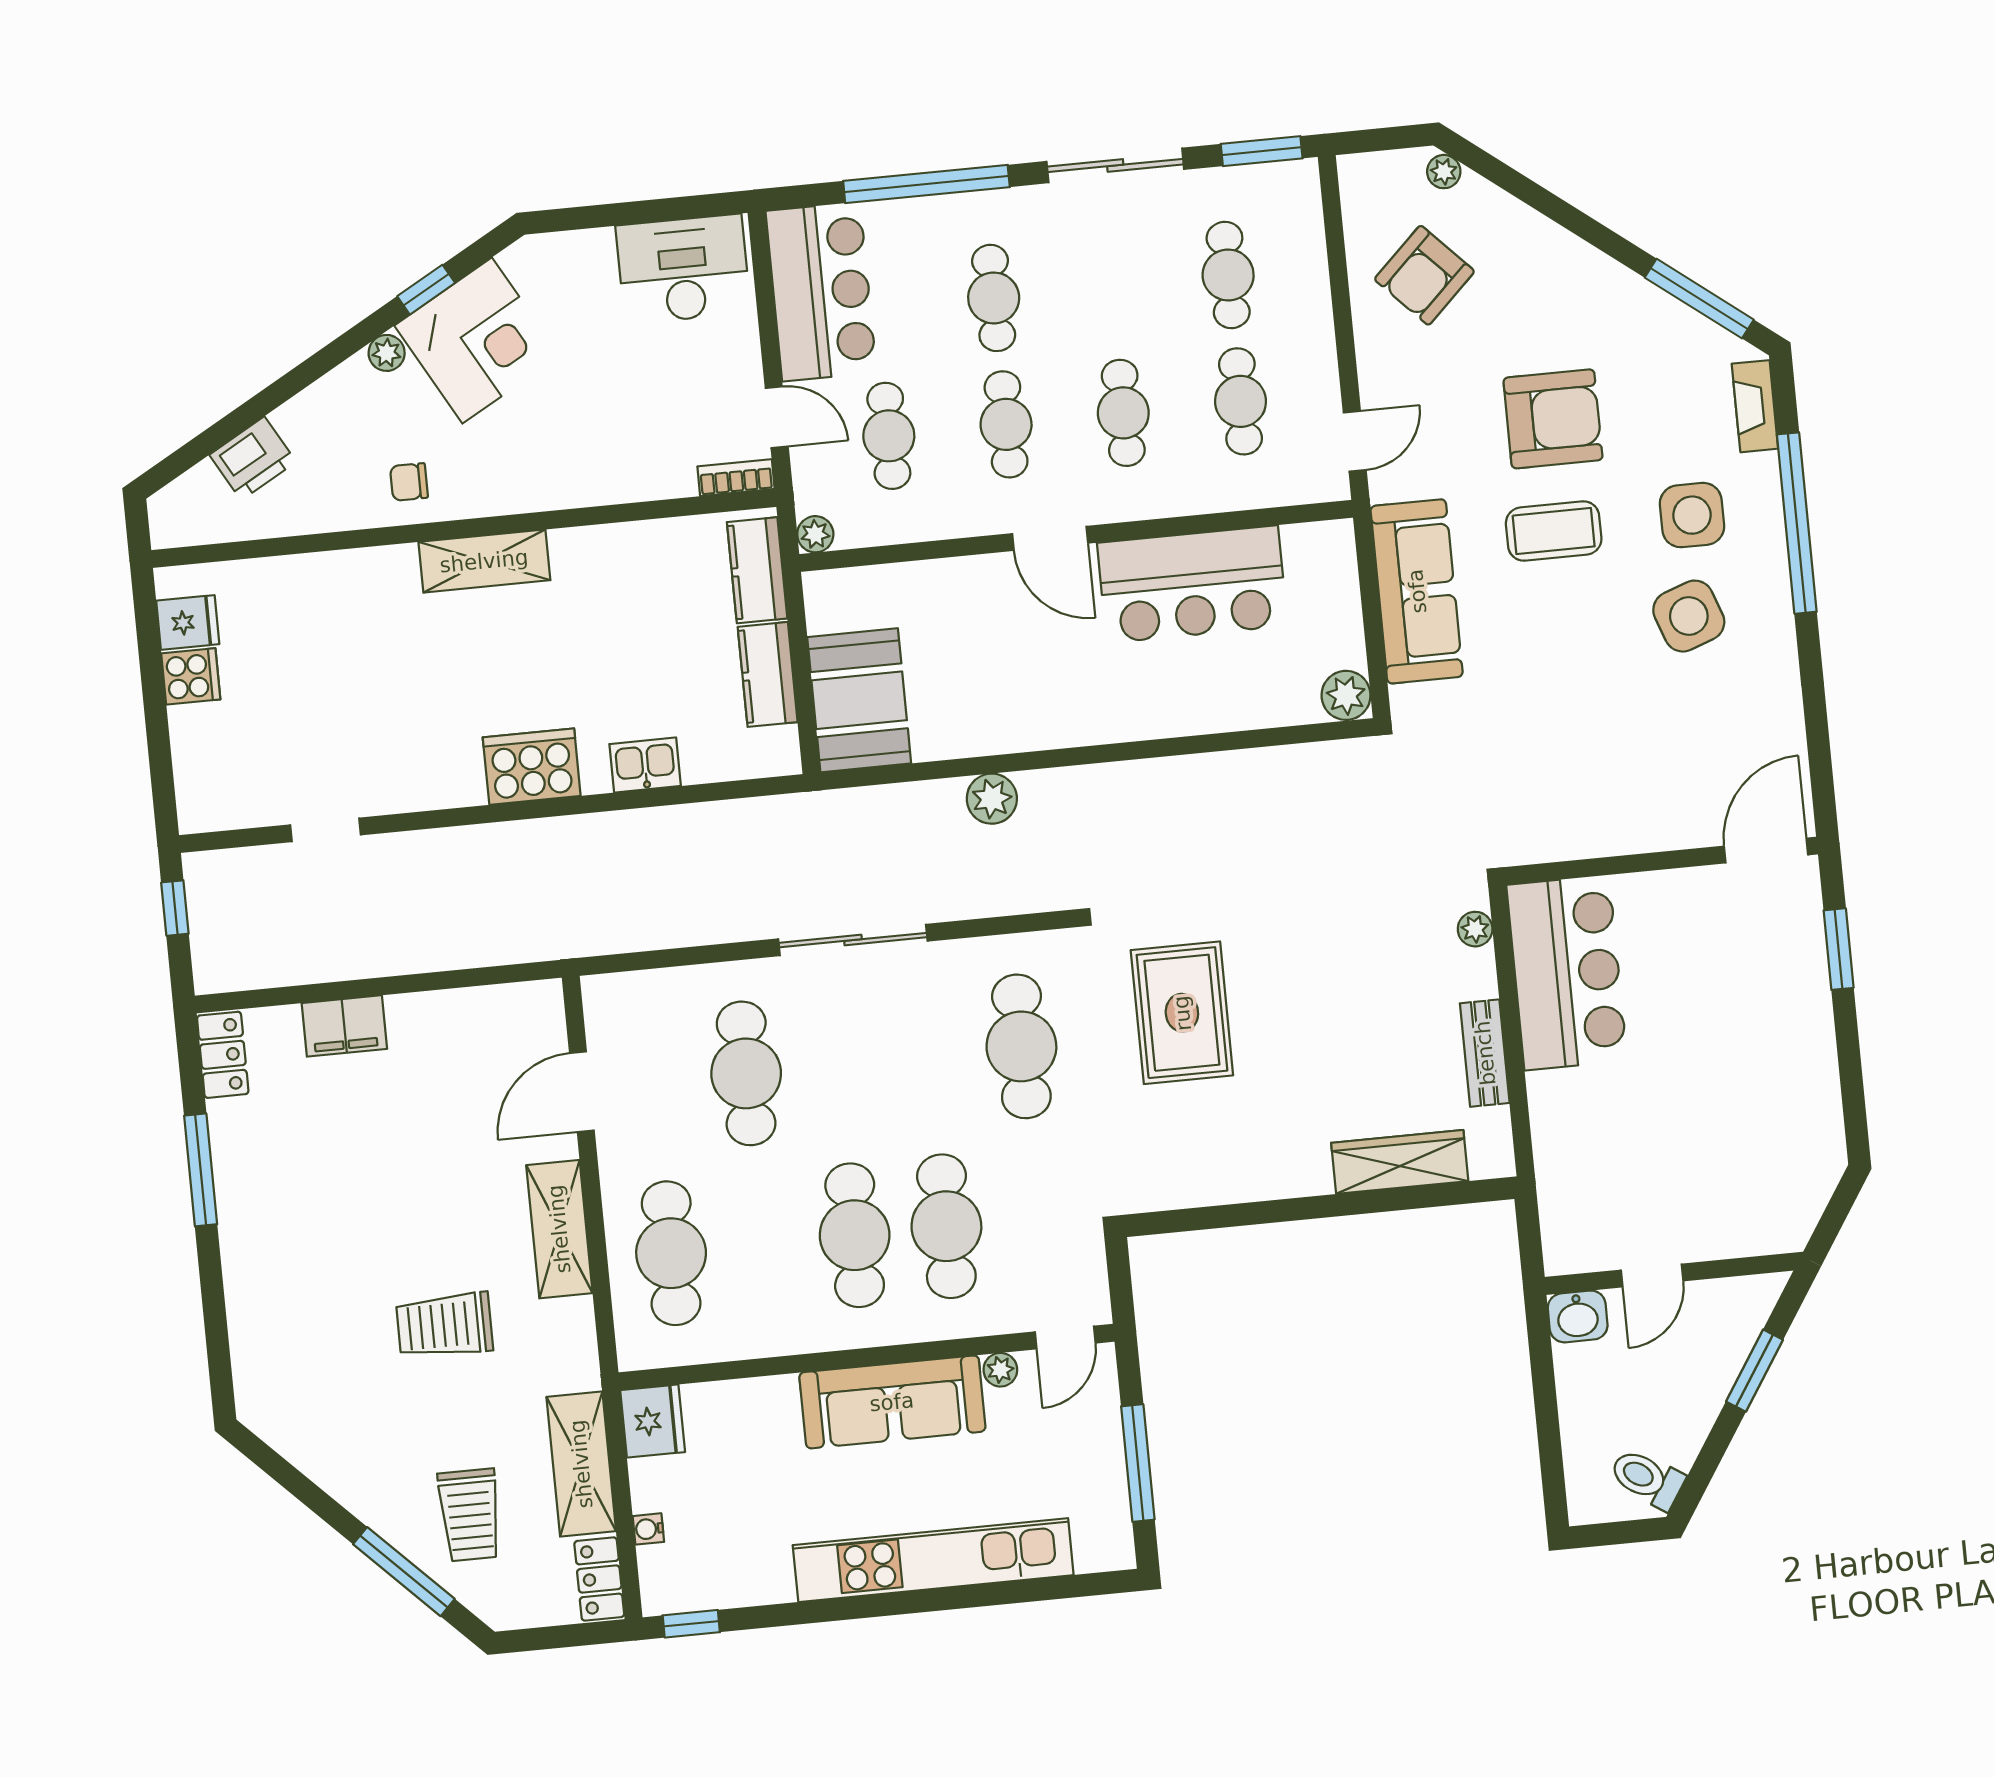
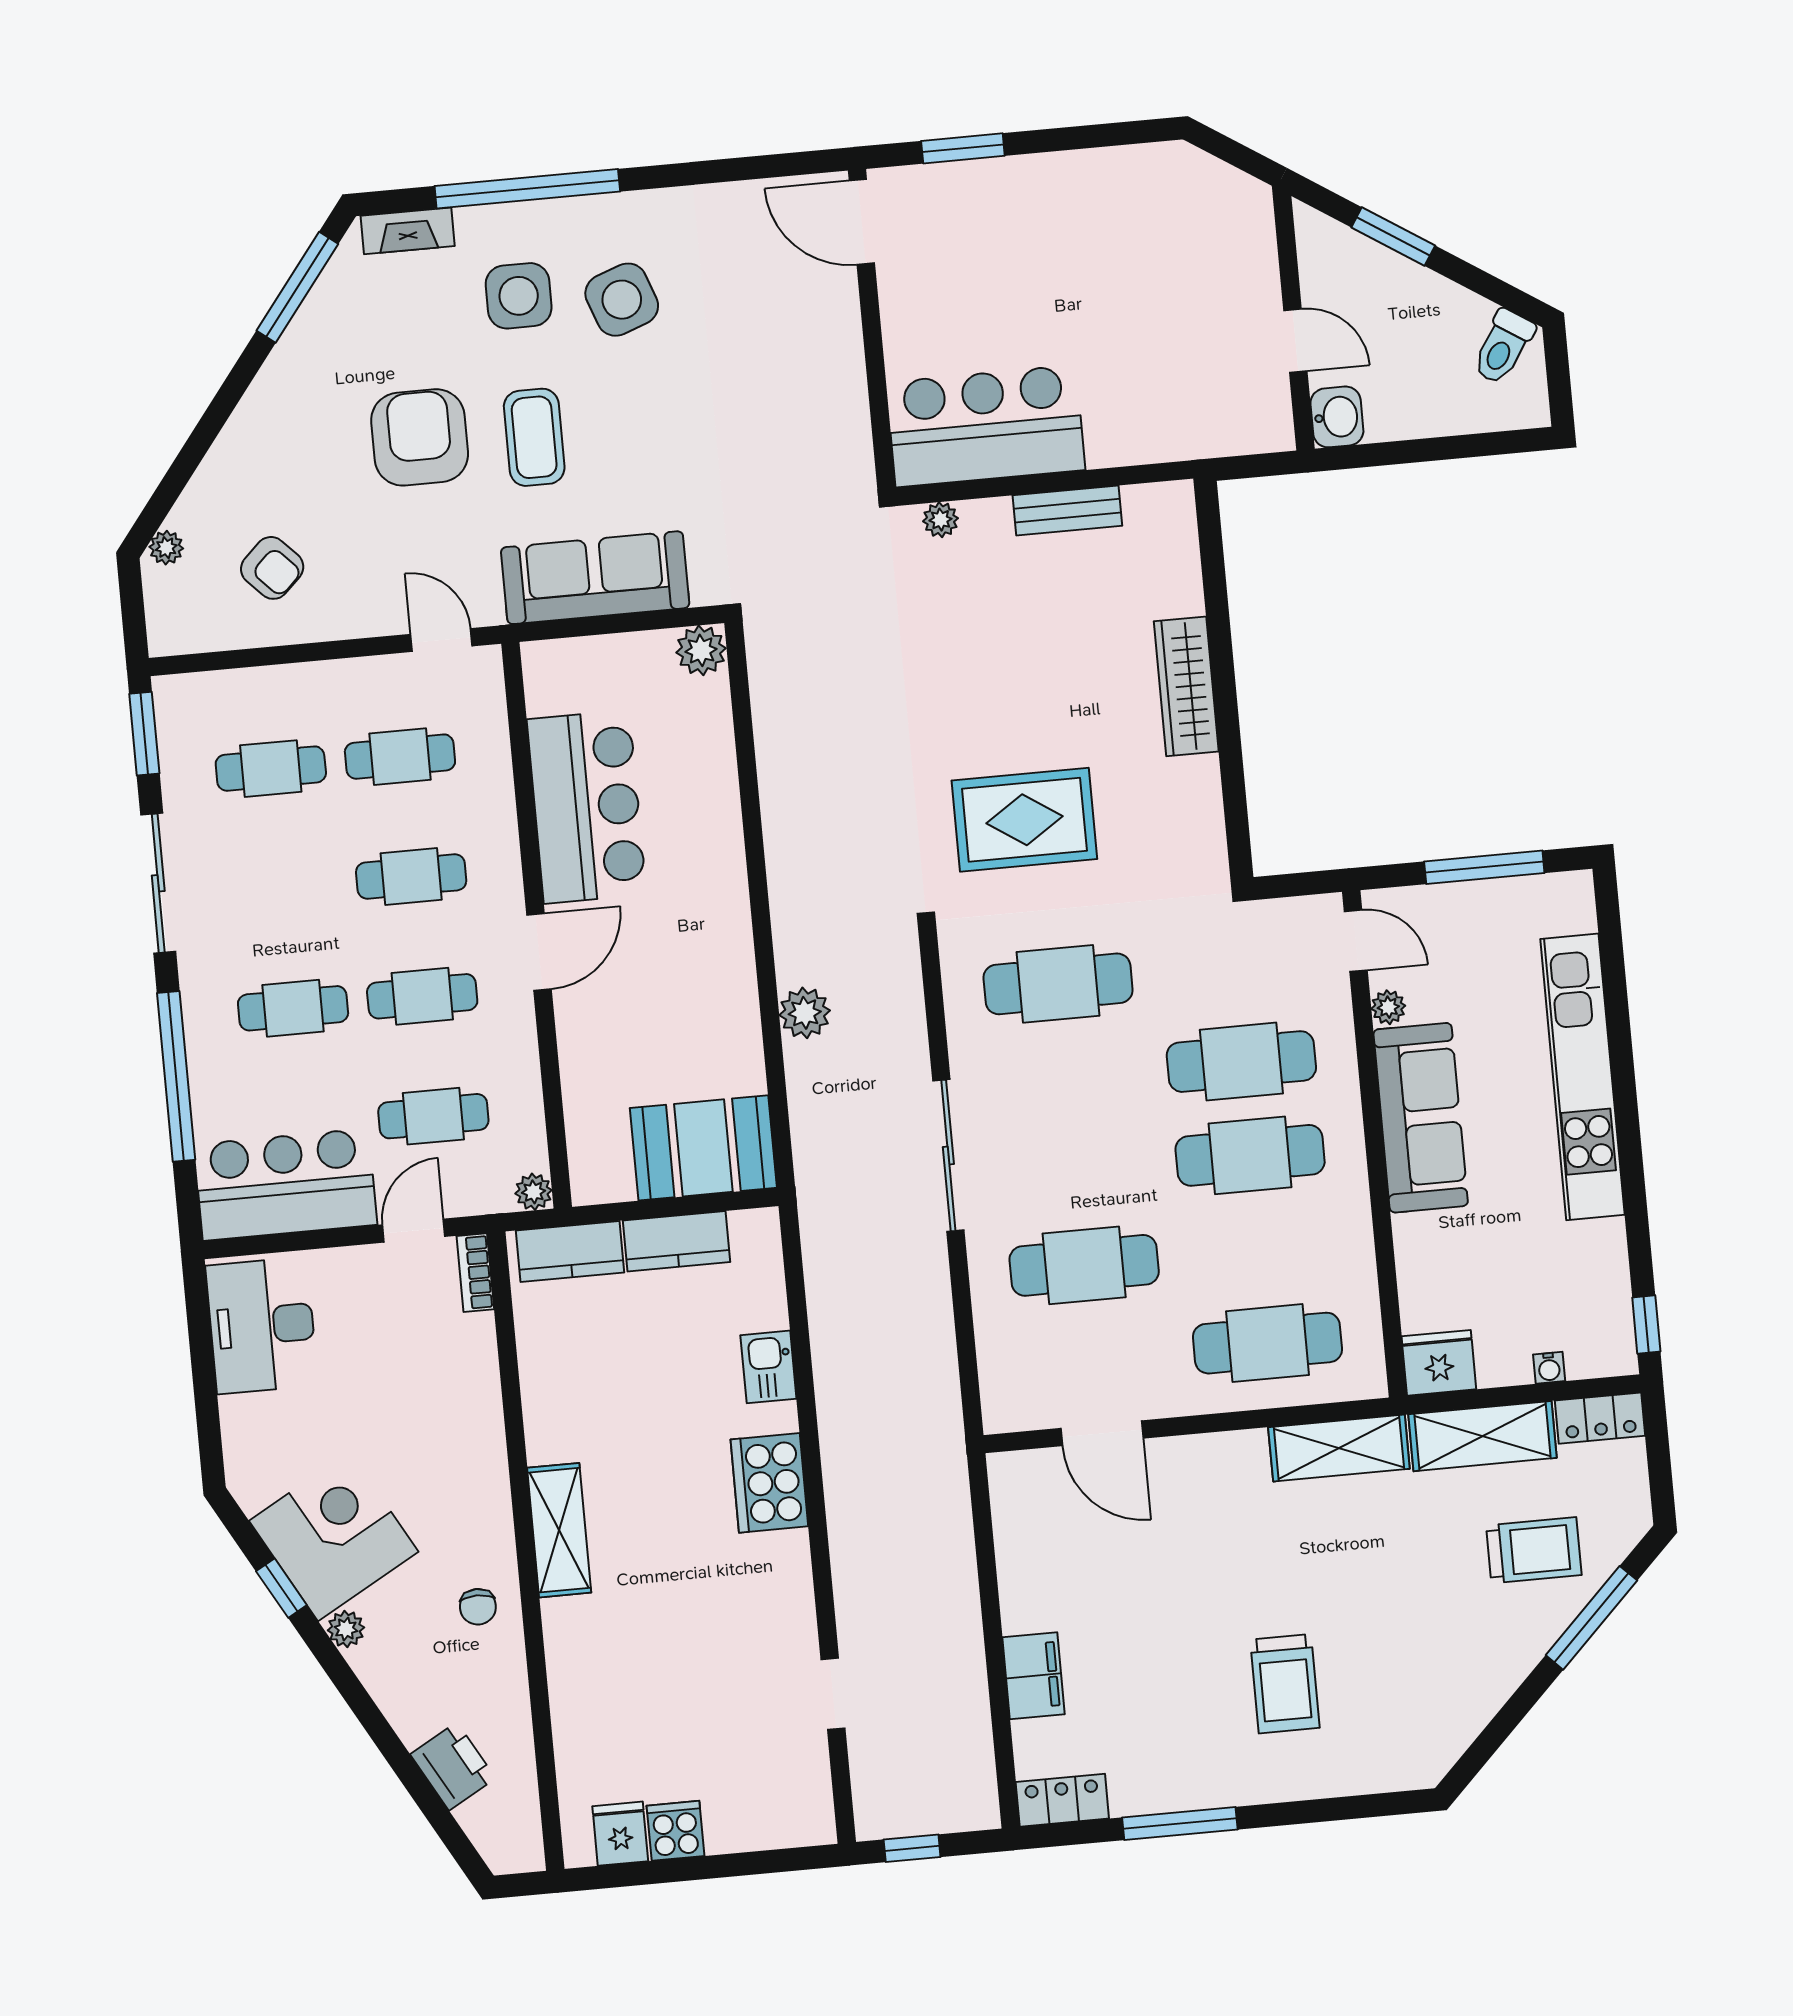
armchair: (1424, 275) -> (272, 568), width x0.72, depth x0.72
wardrobe: (1400, 1162) -> (1186, 686), moved
shelving: (559, 1229) -> (1339, 1448), moved
trolley: (444, 1325) -> (1285, 1684), moved

